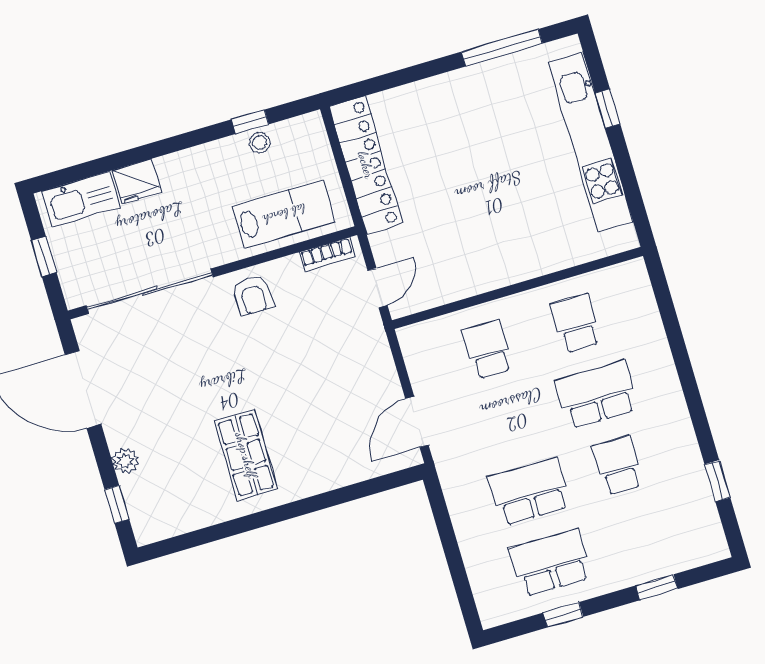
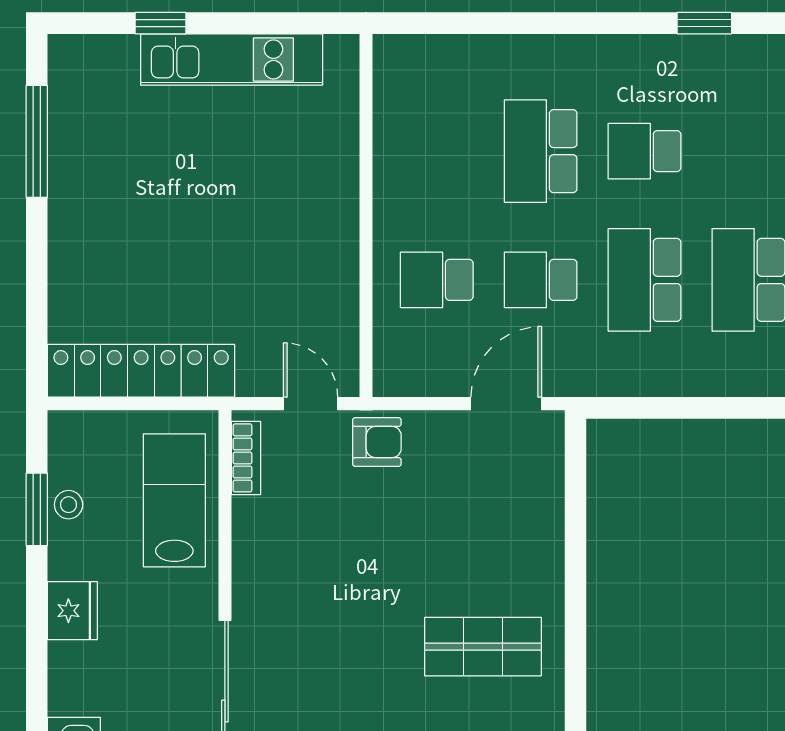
window: (250, 122) -> (37, 509), width x1.50
kitchen unit: (591, 142) -> (232, 59), width x0.73
fridge: (137, 182) -> (72, 611), moved
armchair: (253, 295) -> (377, 442), moved
school desk: (576, 323) -> (541, 280), moved
door: (417, 422) -> (506, 404), swing flipped

